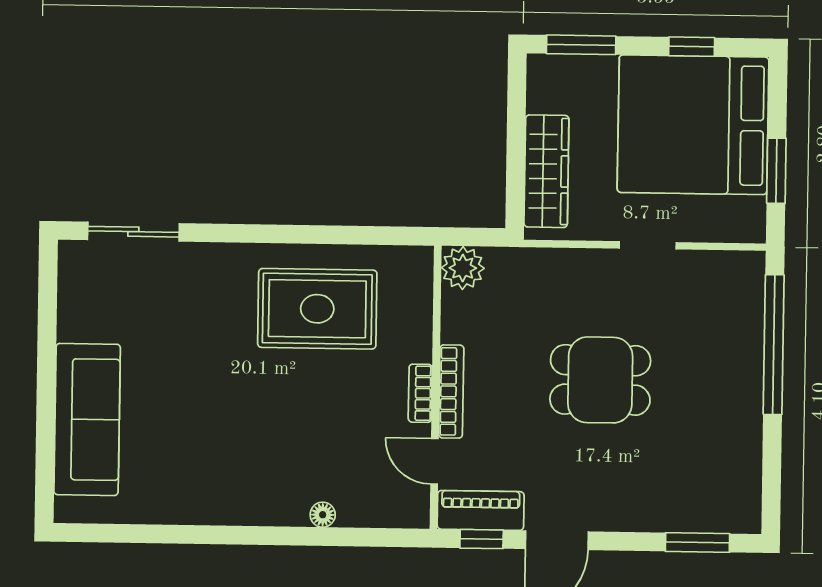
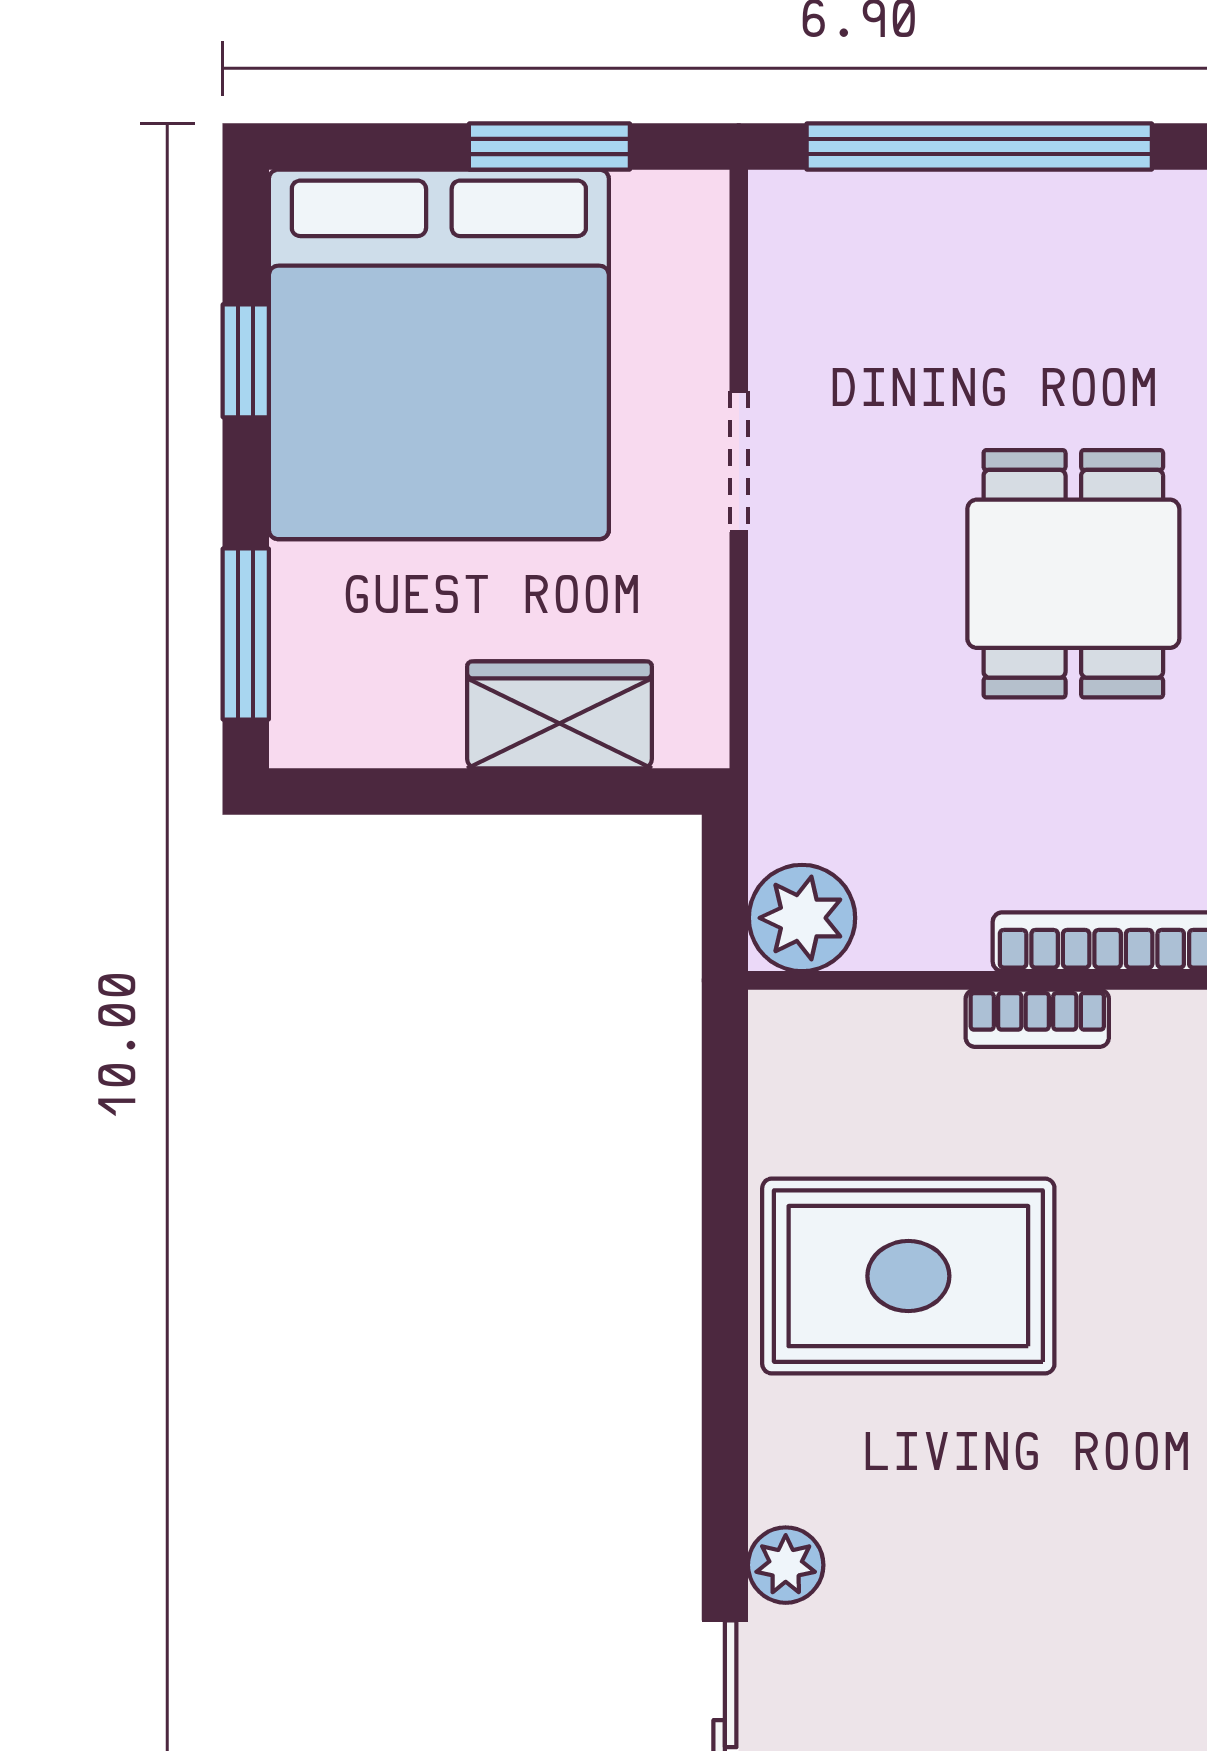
wardrobe: (546, 171) -> (560, 715), width x0.67
plant: (201, 257) -> (786, 1565), added
rug: (317, 309) -> (908, 1276), turned 90
bookcase: (420, 393) -> (1037, 1018), moved

